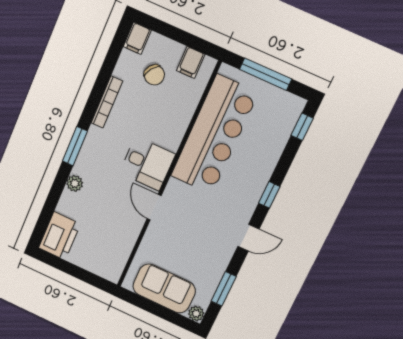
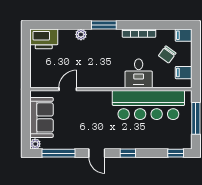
desk: (147, 164) -> (139, 73), moved
door: (154, 207) -> (68, 89), moved
window: (224, 289) -> (59, 153), width x1.44

